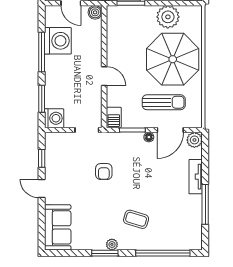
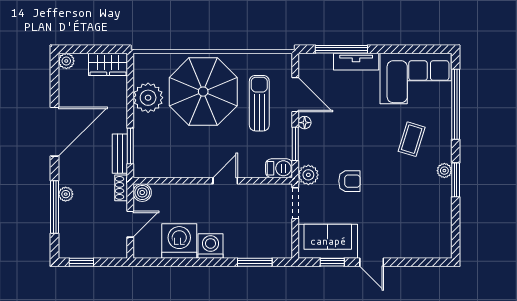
window: (42, 52) -> (194, 262), removed
washing machine: (54, 118) -> (211, 246), moved
plant: (194, 140) -> (308, 175), moved
door: (42, 189) -> (372, 262), hinge flipped
window: (205, 204) -> (341, 49), moved
corner sofa: (183, 222) -> (416, 78), added
sofa: (58, 227) -> (328, 241), moved

